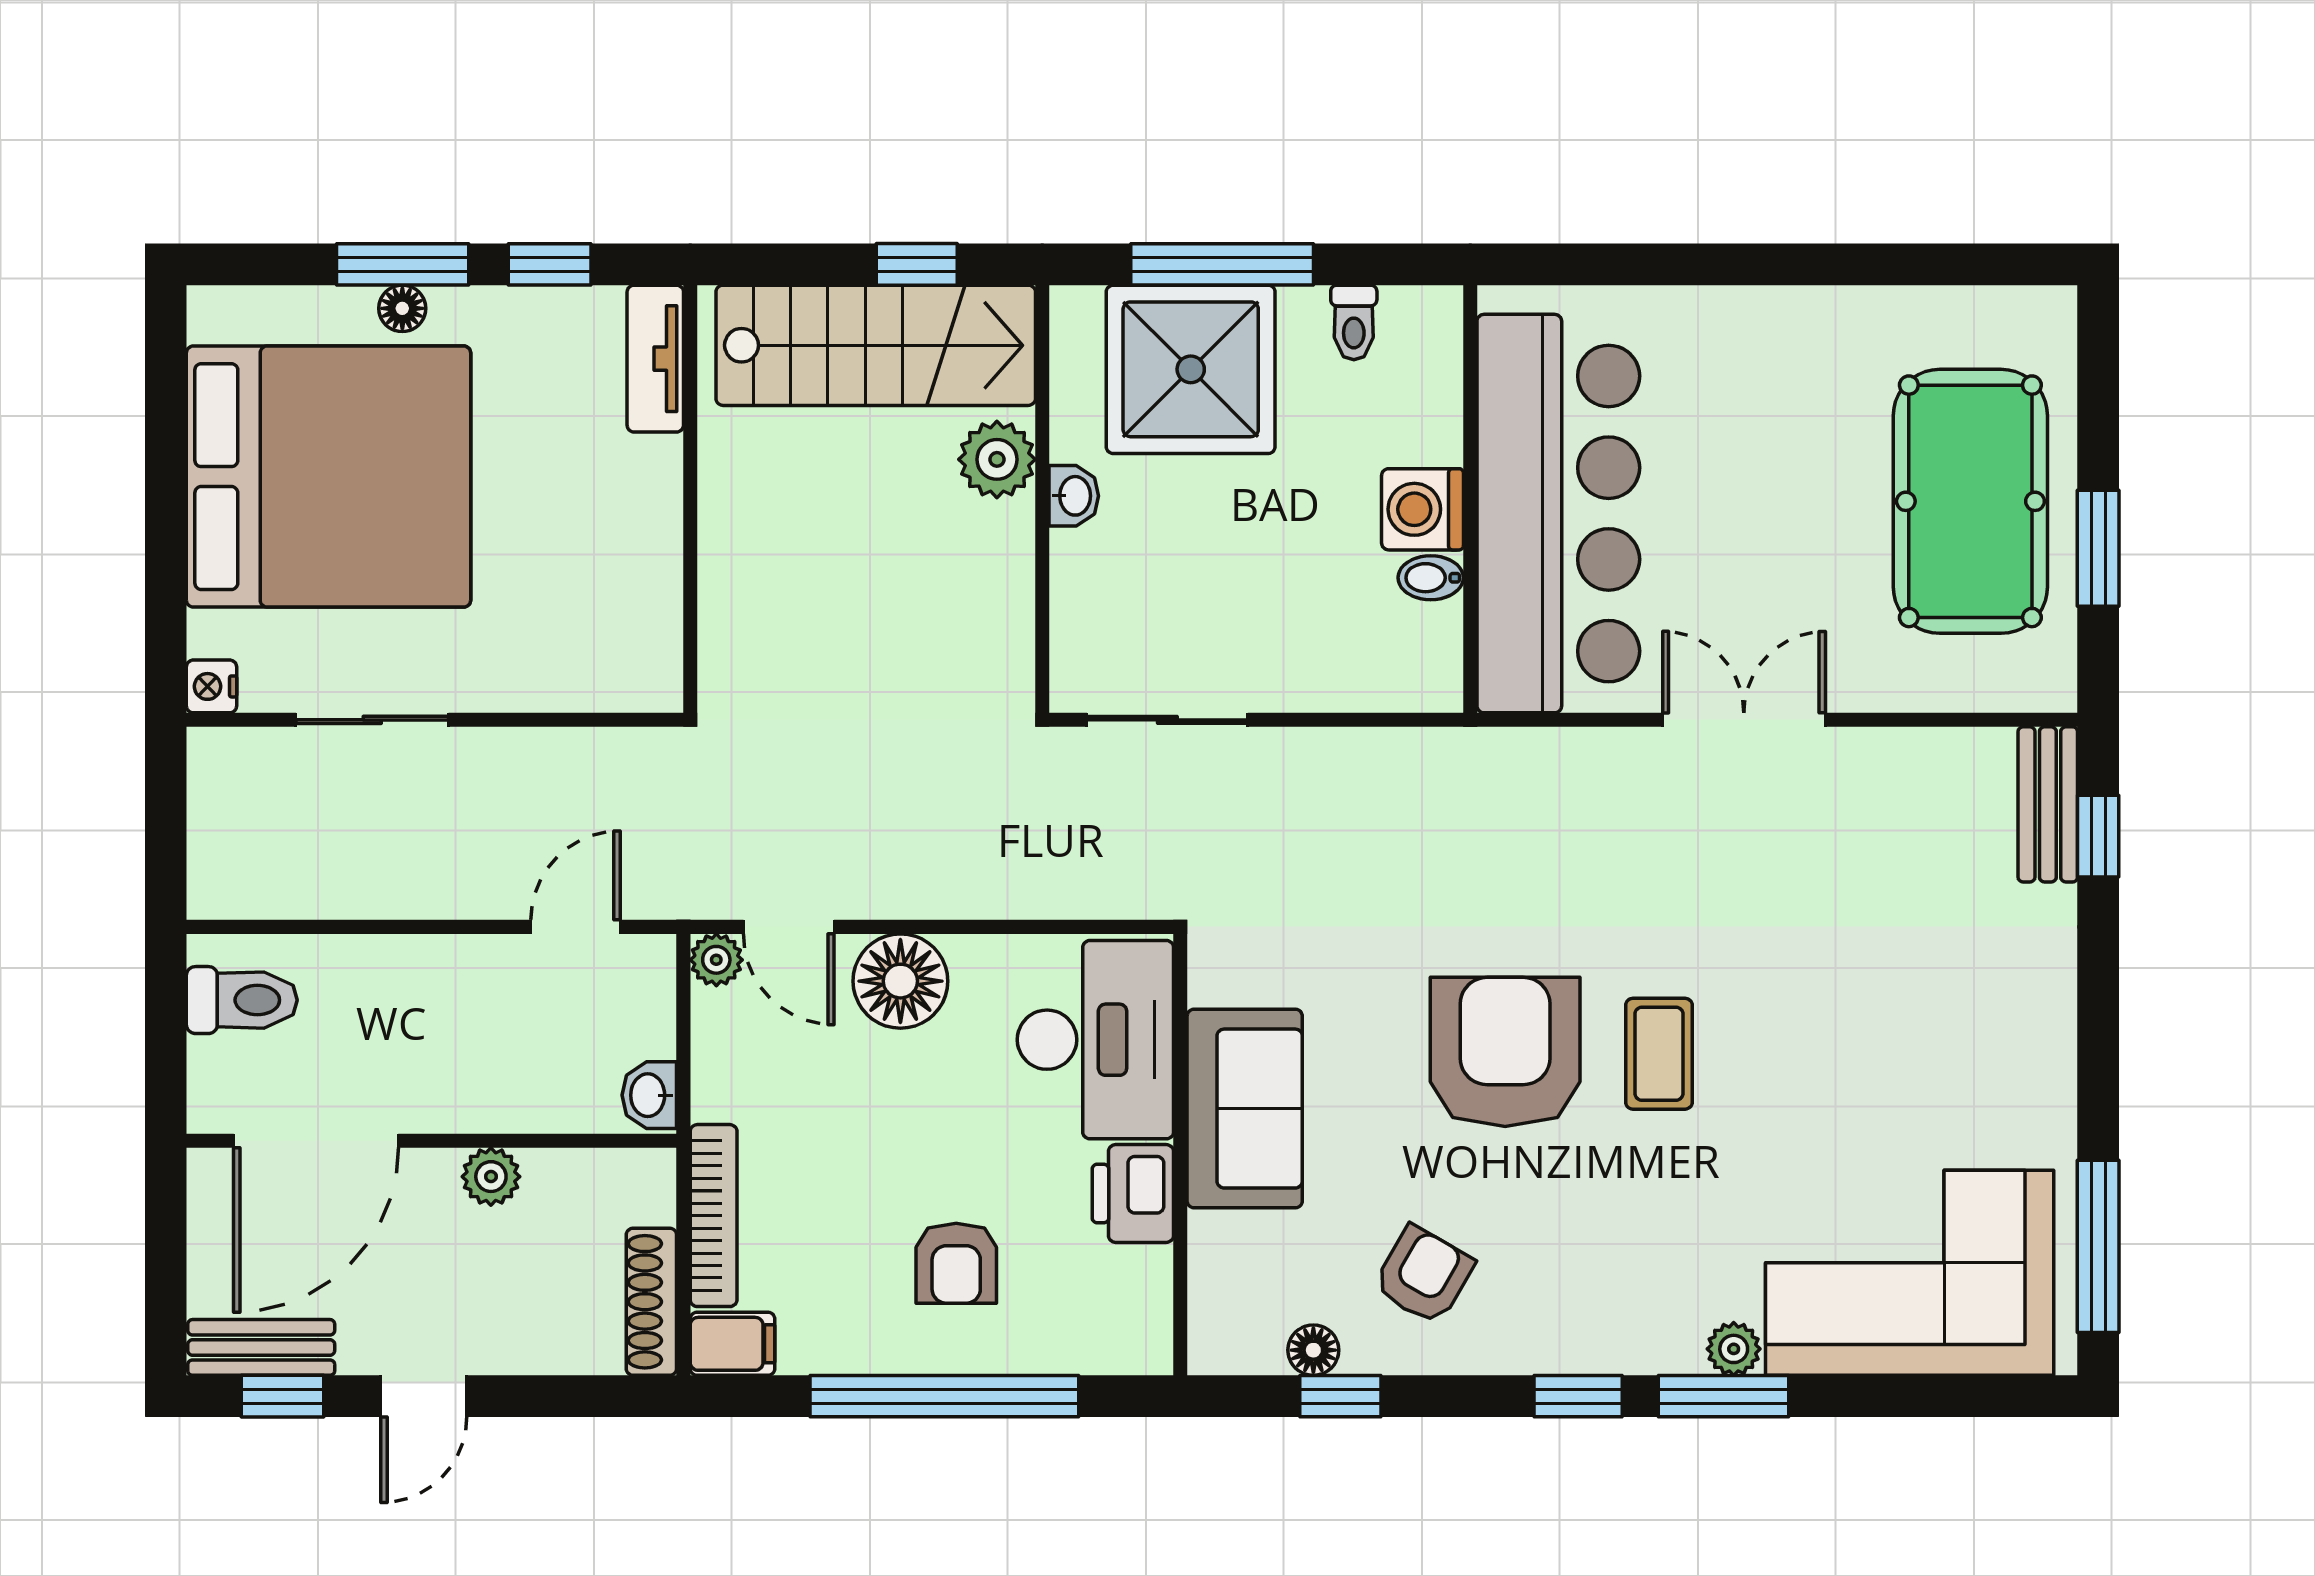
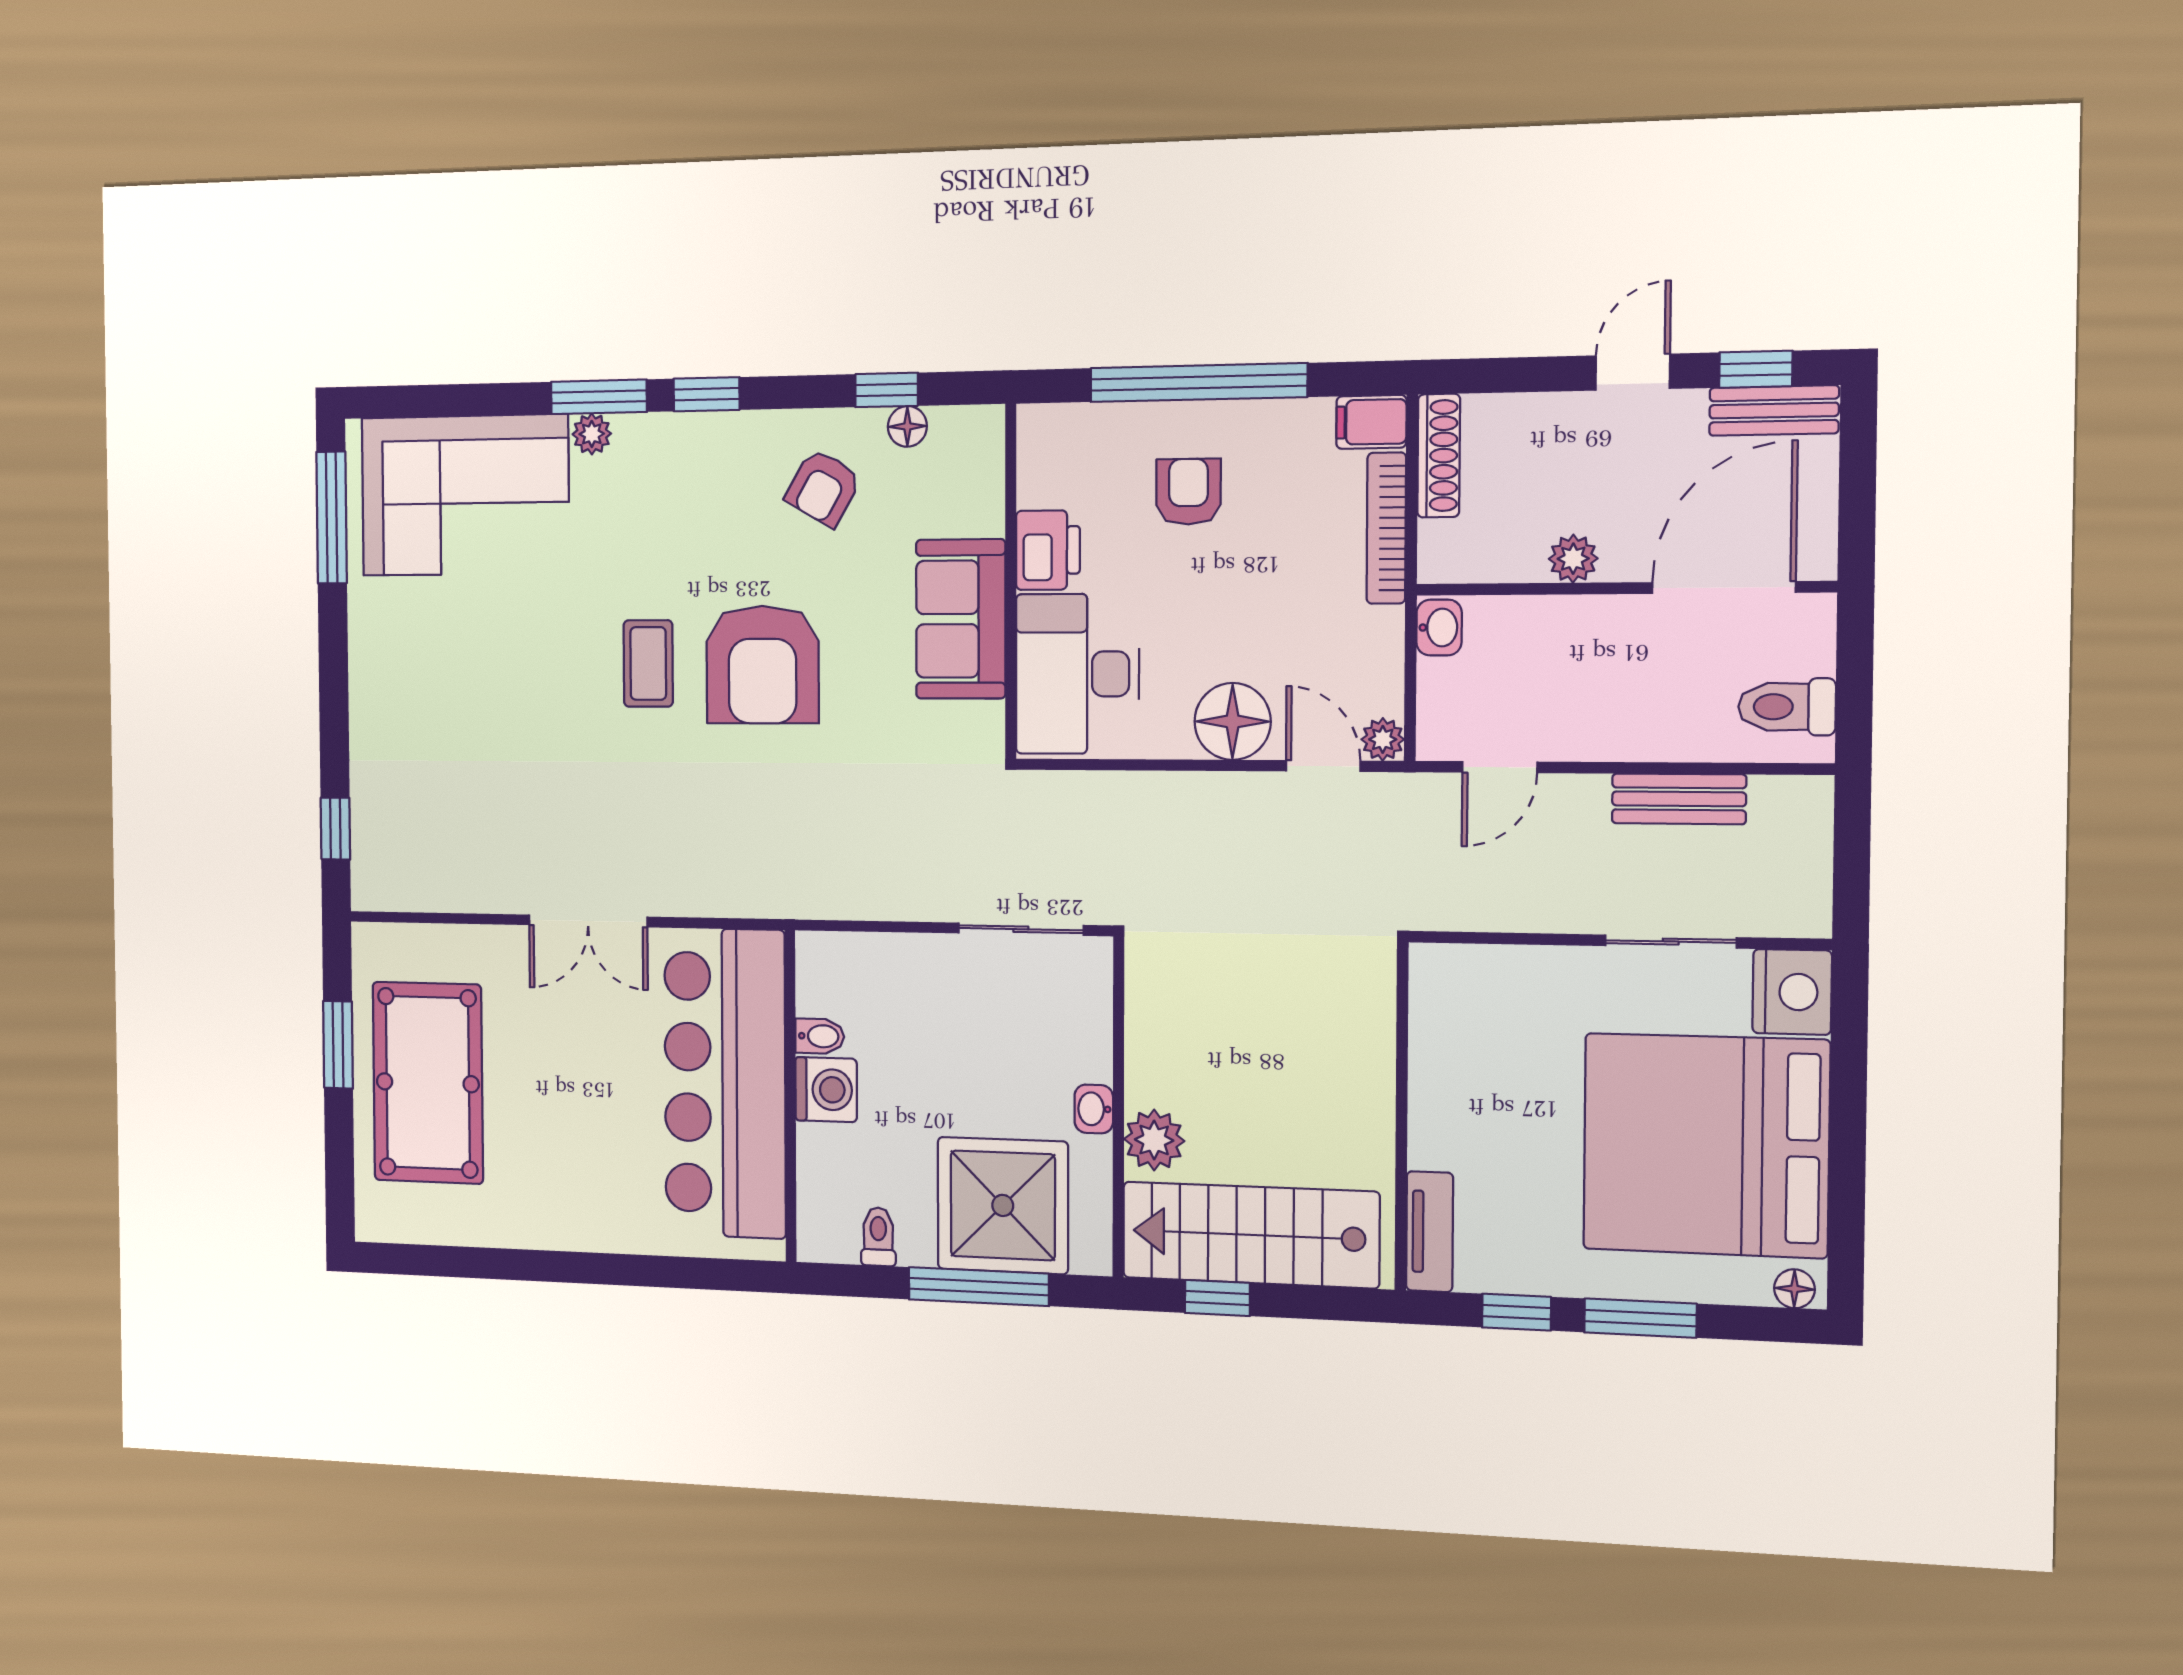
floor lamp: (402, 308) -> (1794, 1289), moved
nightstand: (212, 686) -> (1792, 992), width x1.89, depth x1.79
bench: (2048, 804) -> (1679, 799), moved, turned 90

